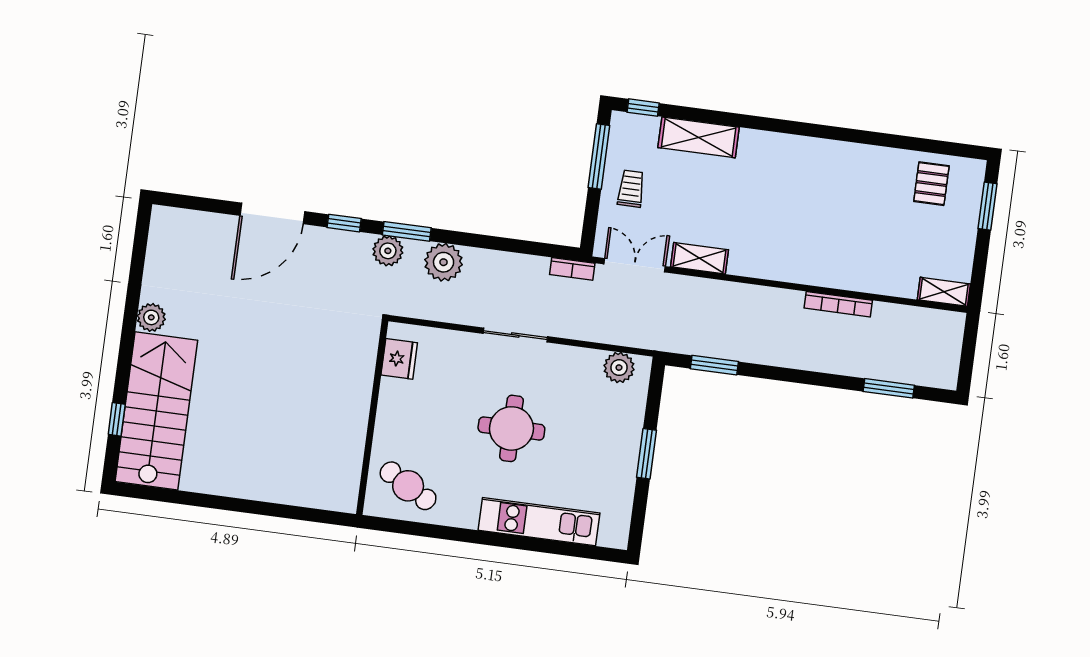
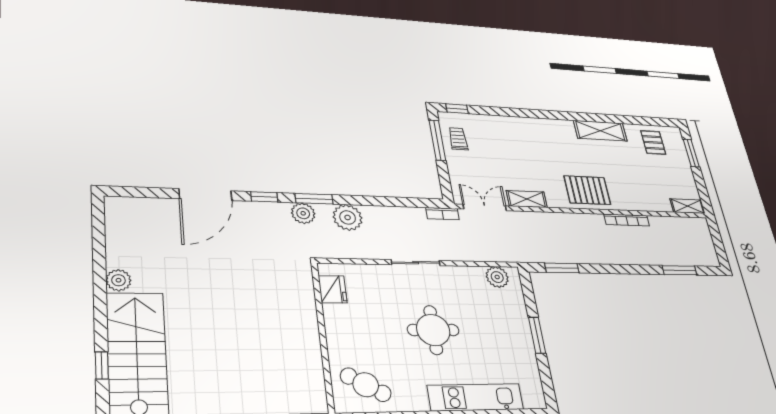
shelving: (699, 137) -> (600, 131), moved
trolley: (631, 189) -> (458, 139), moved
pallet: (795, 253) -> (587, 190), added

